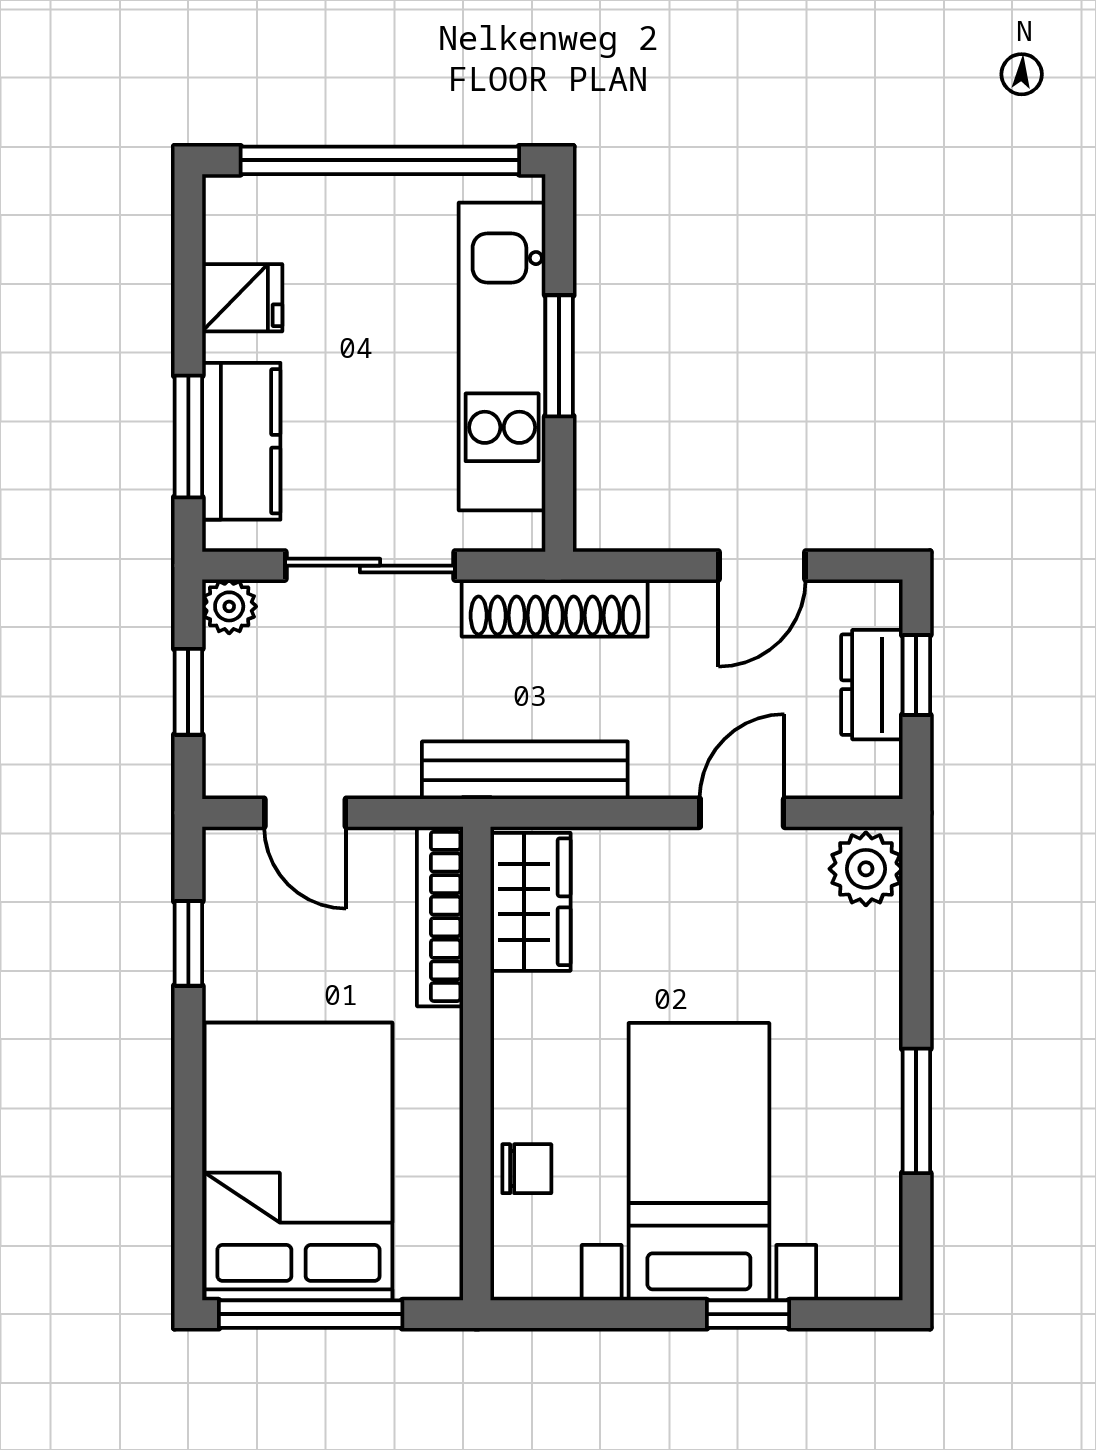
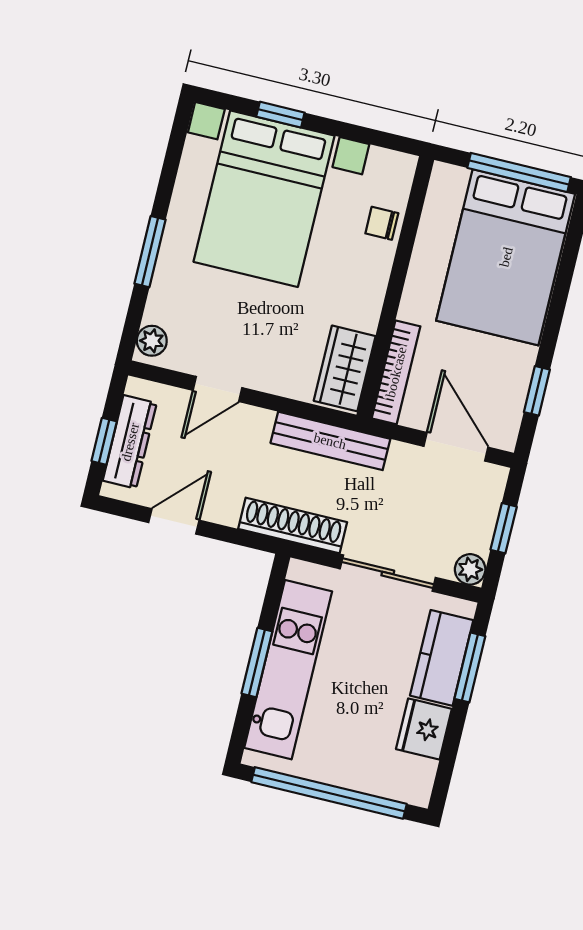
fridge: (242, 298) -> (424, 729), width x1.38
dresser: (872, 685) -> (130, 442), width x1.44
door: (305, 813) -> (456, 447), width x1.38
plant: (866, 869) -> (152, 341), width x0.73, depth x0.73
window: (916, 1111) -> (150, 252), moved
bed with nightstands: (699, 1162) -> (264, 199), width x1.36

